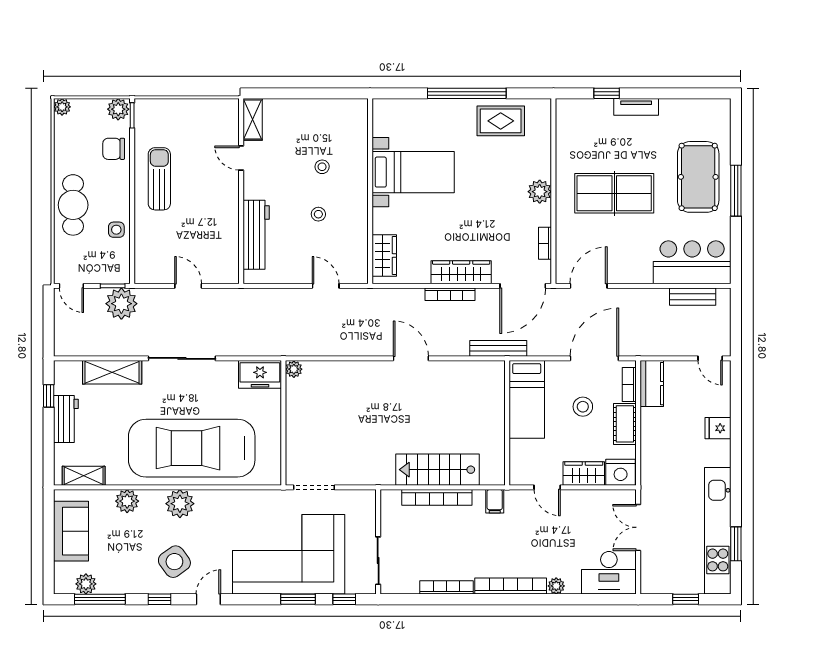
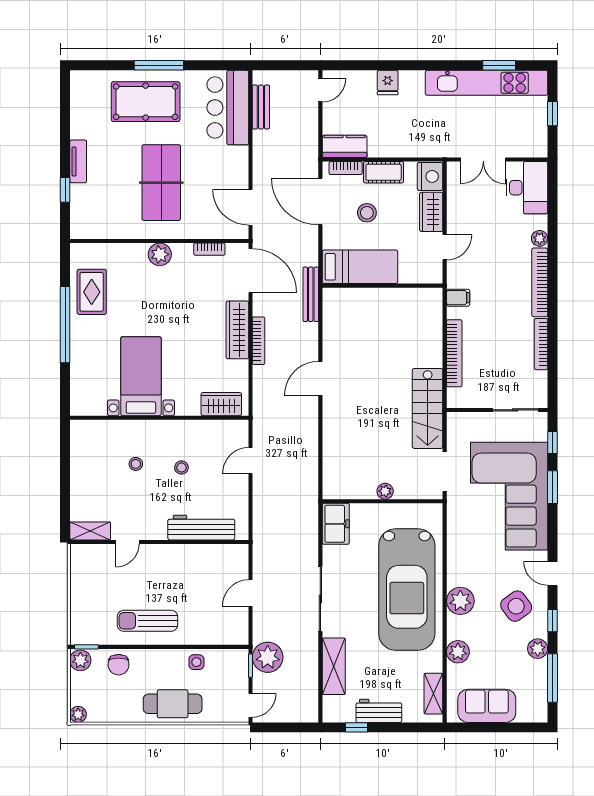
plant: (294, 369) -> (385, 491), moved
stairs: (437, 470) -> (428, 408), moved
plant: (86, 584) -> (538, 649), moved

